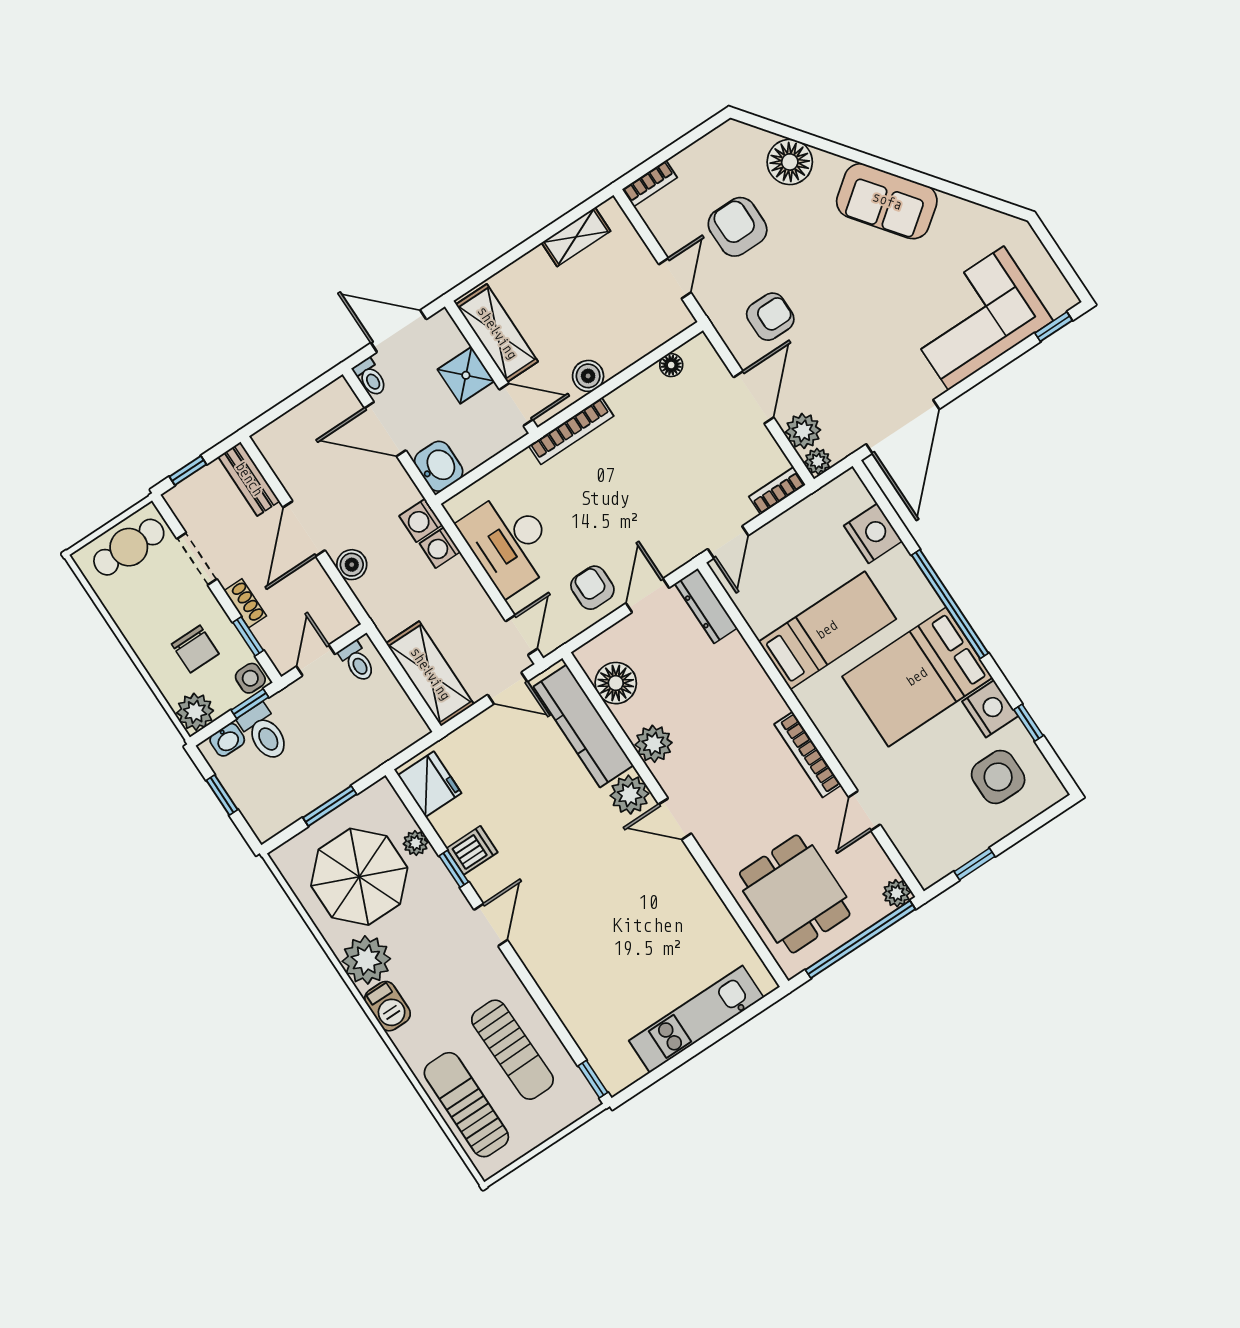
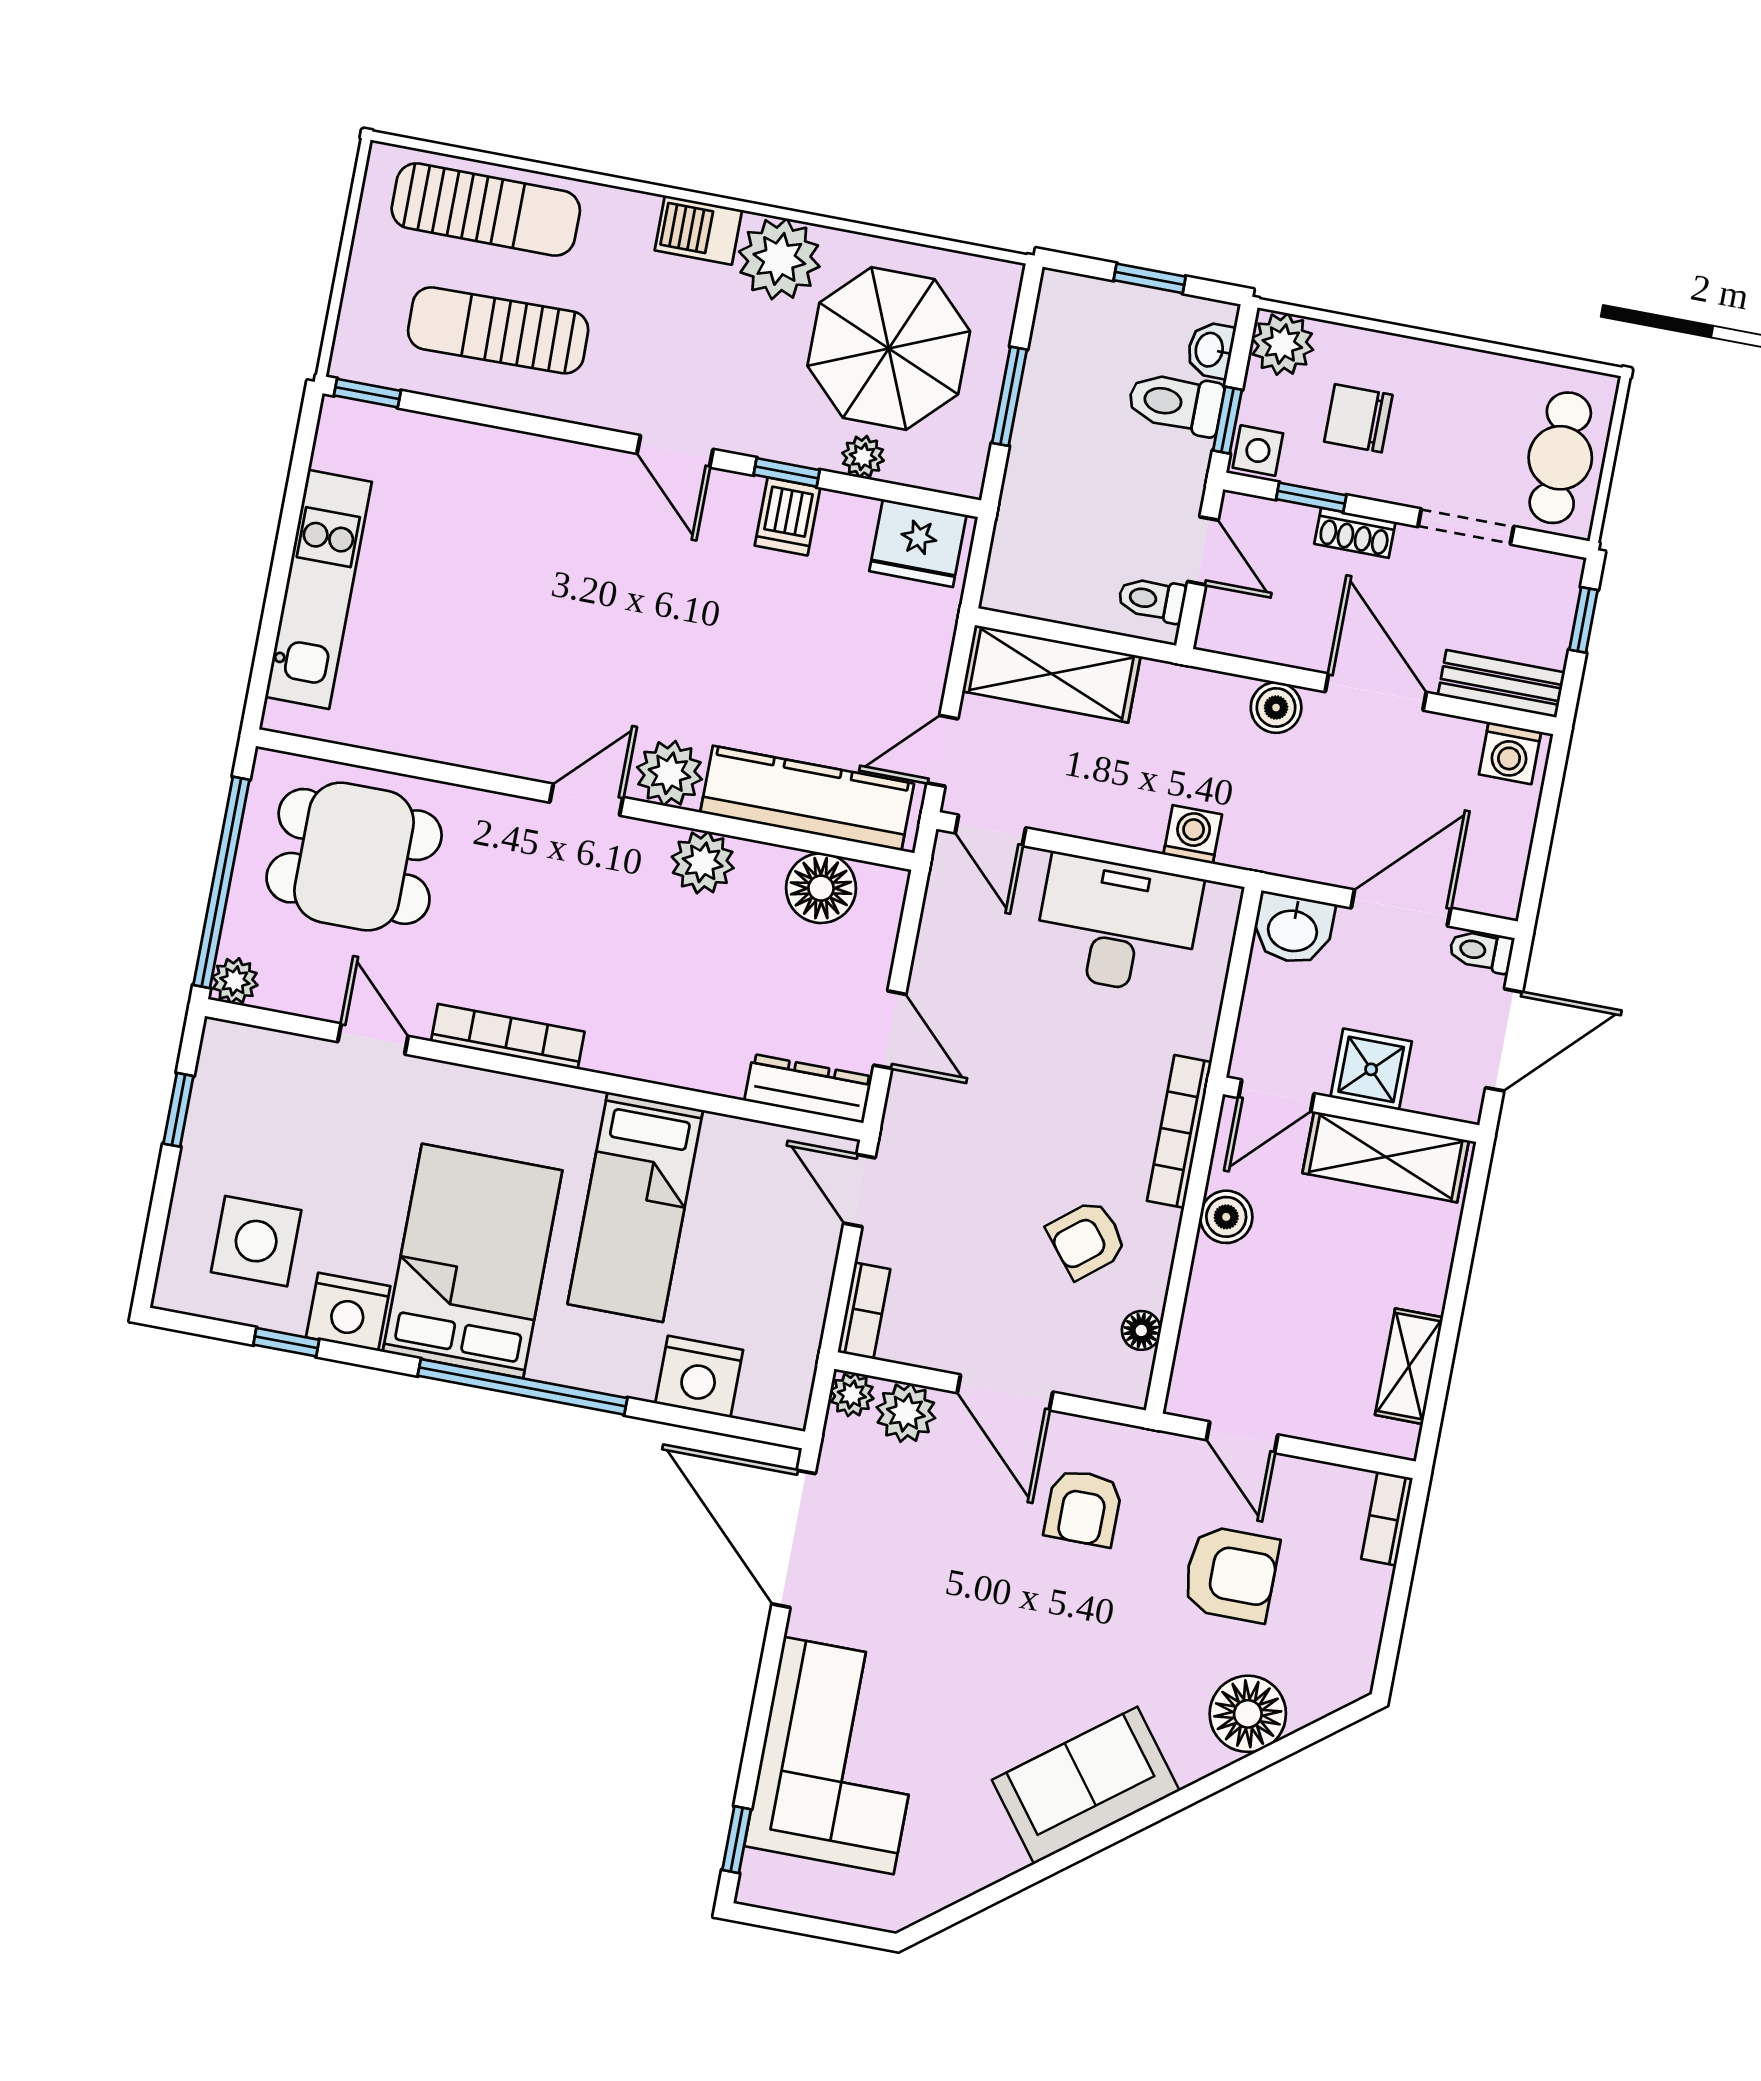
washing machine: (421, 520) -> (1510, 753), moved, turned 180
armchair: (592, 588) -> (1087, 1239), moved, turned 141

